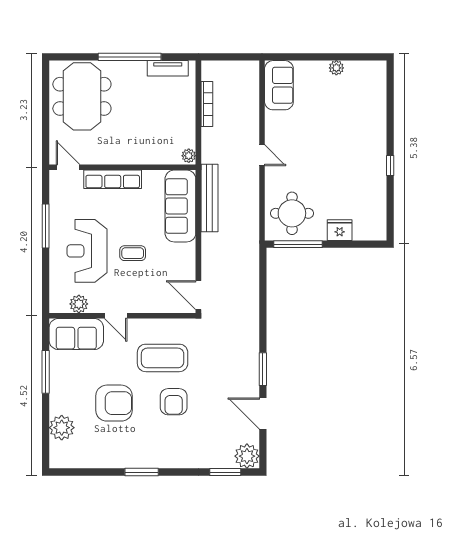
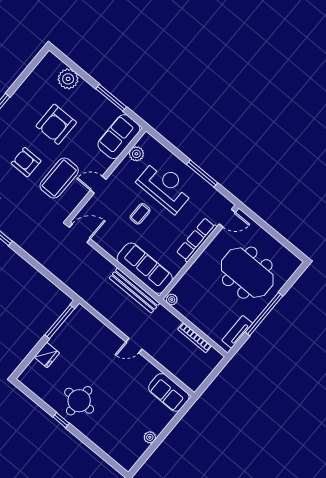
meeting table: (82, 96) -> (247, 273), moved
round table: (292, 213) -> (79, 401), moved
door: (116, 316) -> (98, 185), moved

